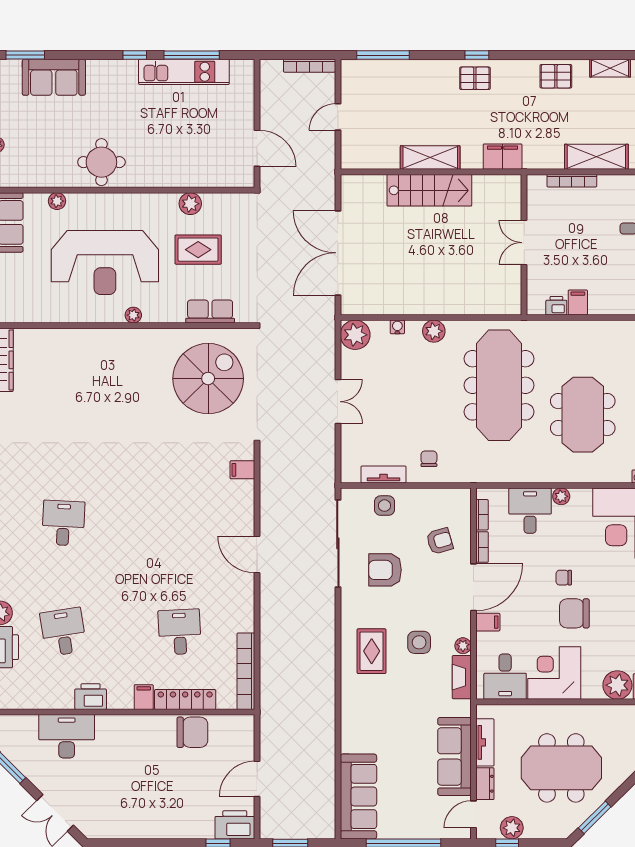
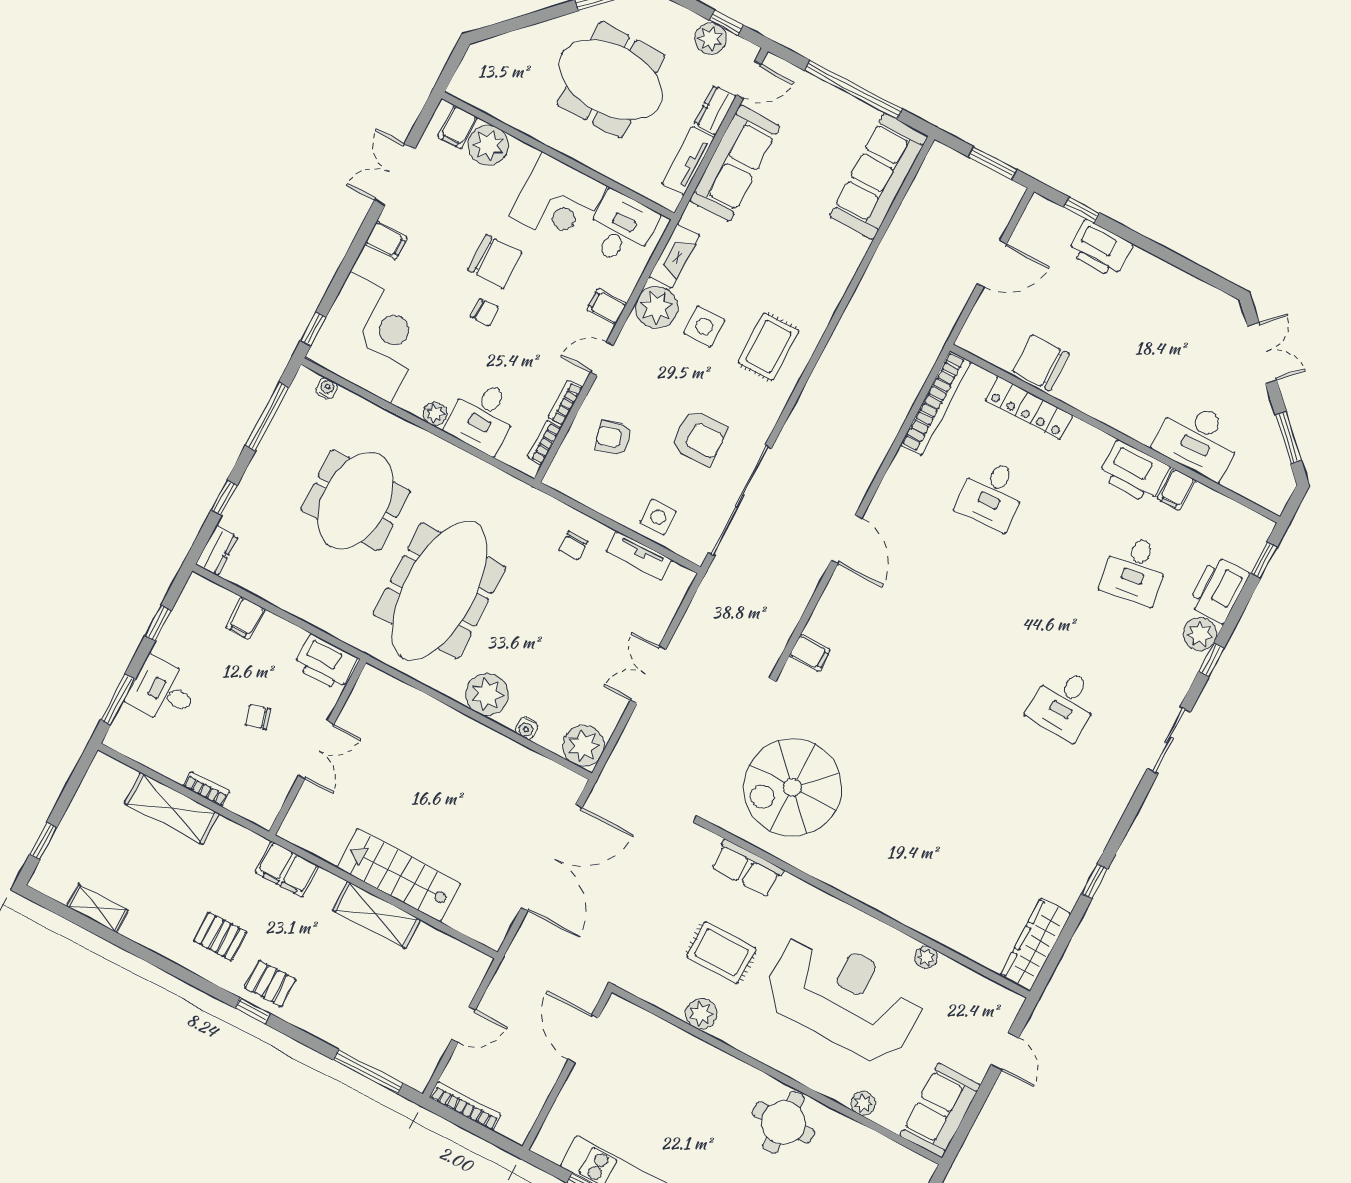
pallet: (556, 76) -> (220, 936), moved
bookcase: (572, 181) -> (206, 789), width x0.64
chair: (572, 244) -> (258, 717), added
filing cabinet: (578, 302) -> (245, 618), moved
printer: (556, 306) -> (326, 663), width x1.87, depth x1.48
plant: (133, 315) -> (926, 957), moved
plant: (434, 331) -> (487, 694), width x1.36, depth x1.36
door: (473, 587) -> (602, 359), width x0.53
plant: (463, 646) -> (657, 307), width x1.88, depth x1.88
printer: (91, 697) -> (1134, 472), width x1.37, depth x1.19
filing cabinet: (144, 697) -> (1176, 489), moved
printer: (235, 825) -> (1100, 249), moved

